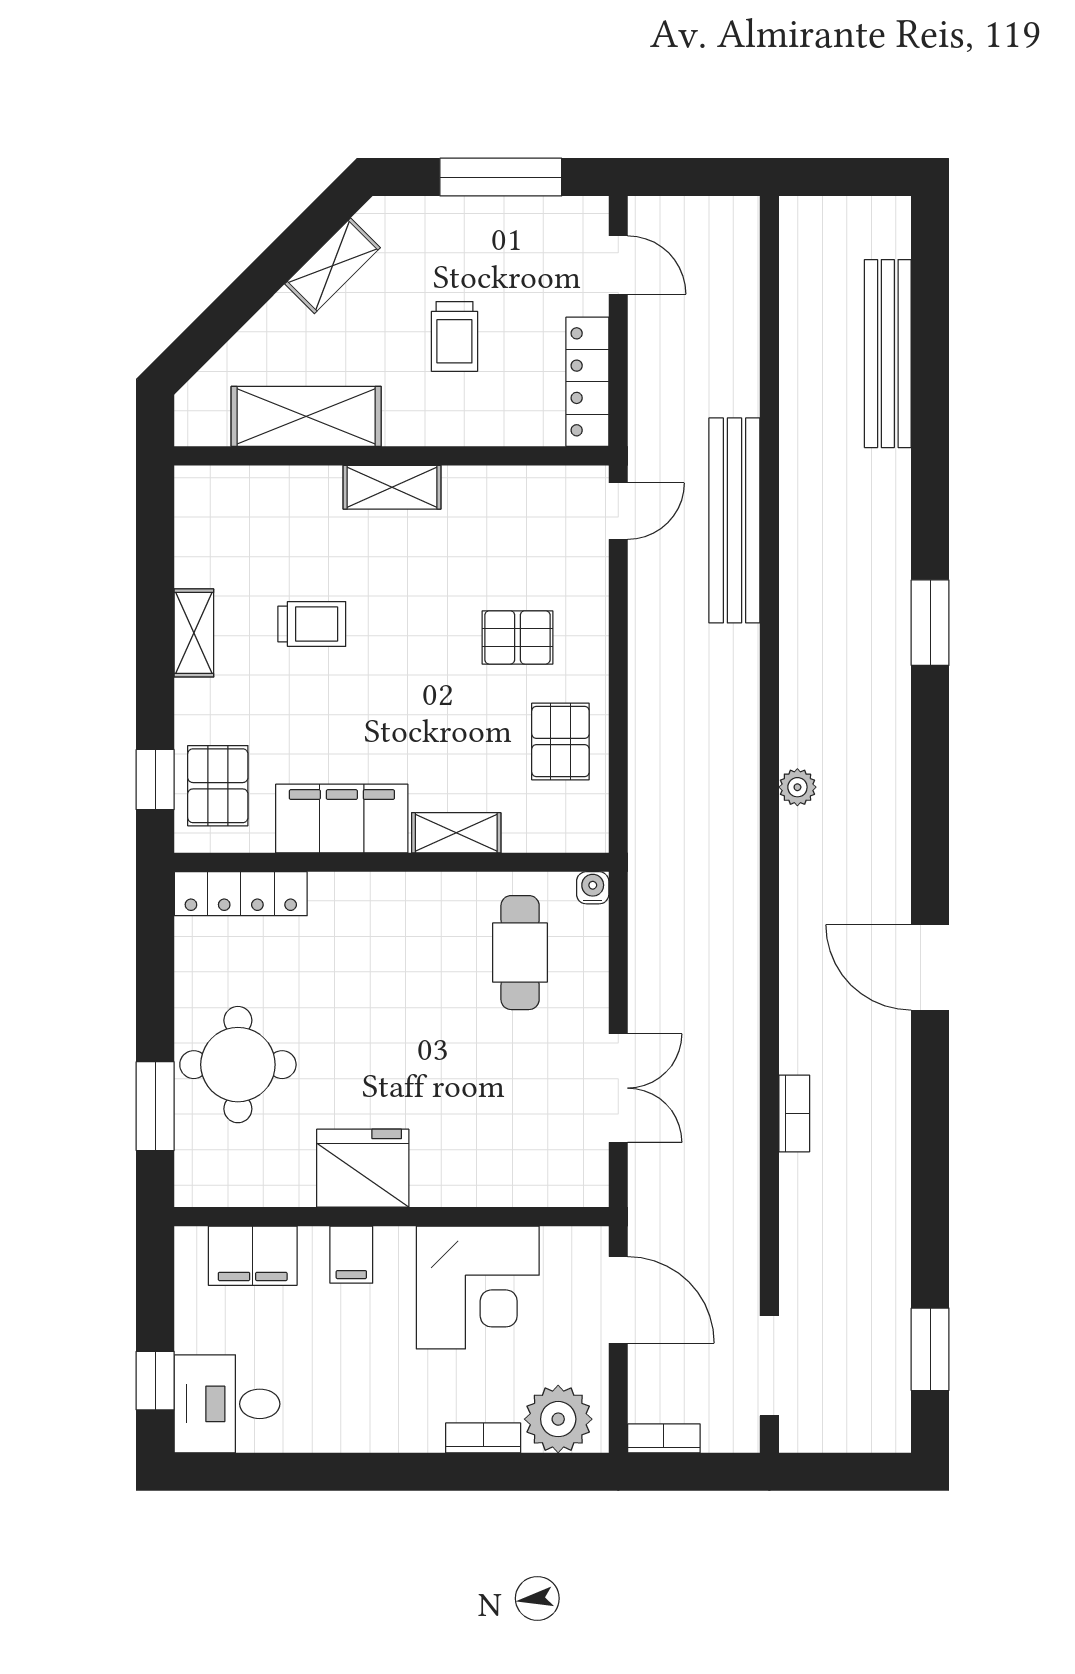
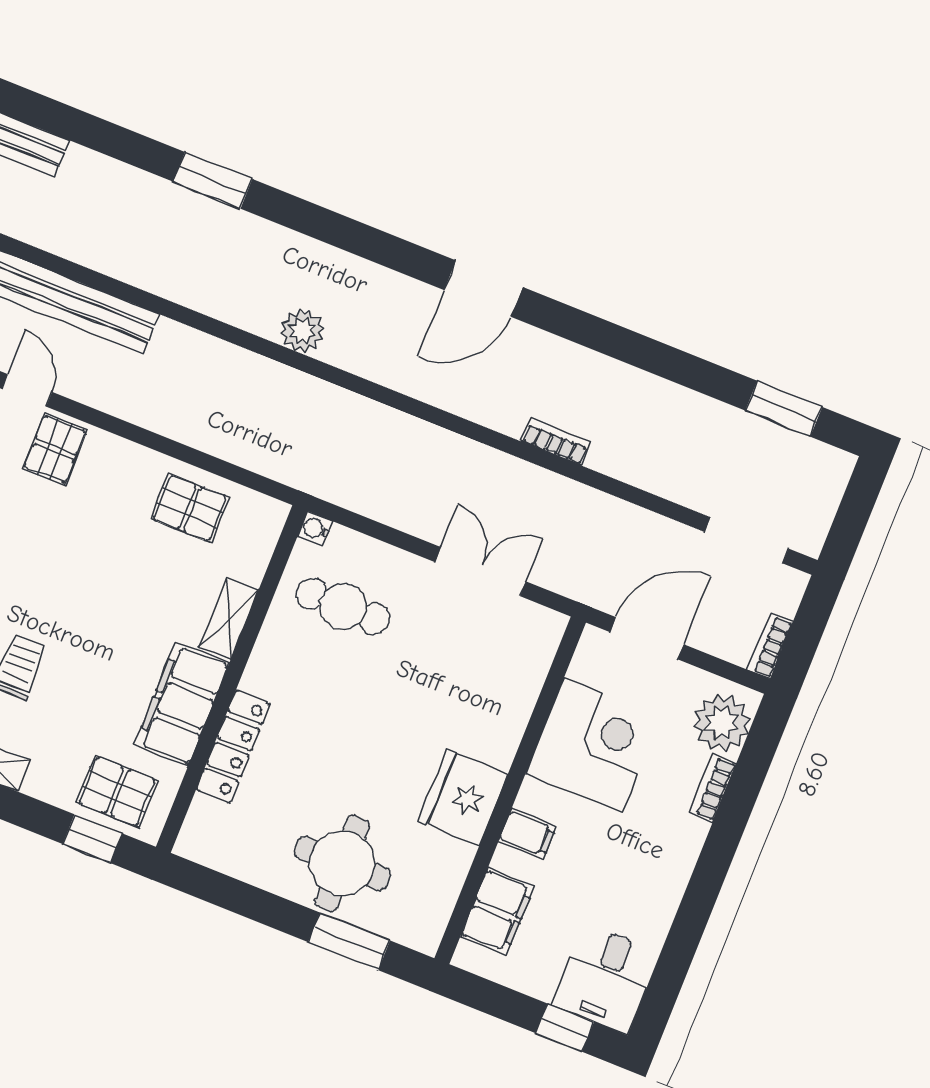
pallet: (517, 637) -> (55, 449), moved
plant: (797, 787) -> (302, 331), width x1.38, depth x1.38
locker: (241, 894) -> (233, 747), moved

